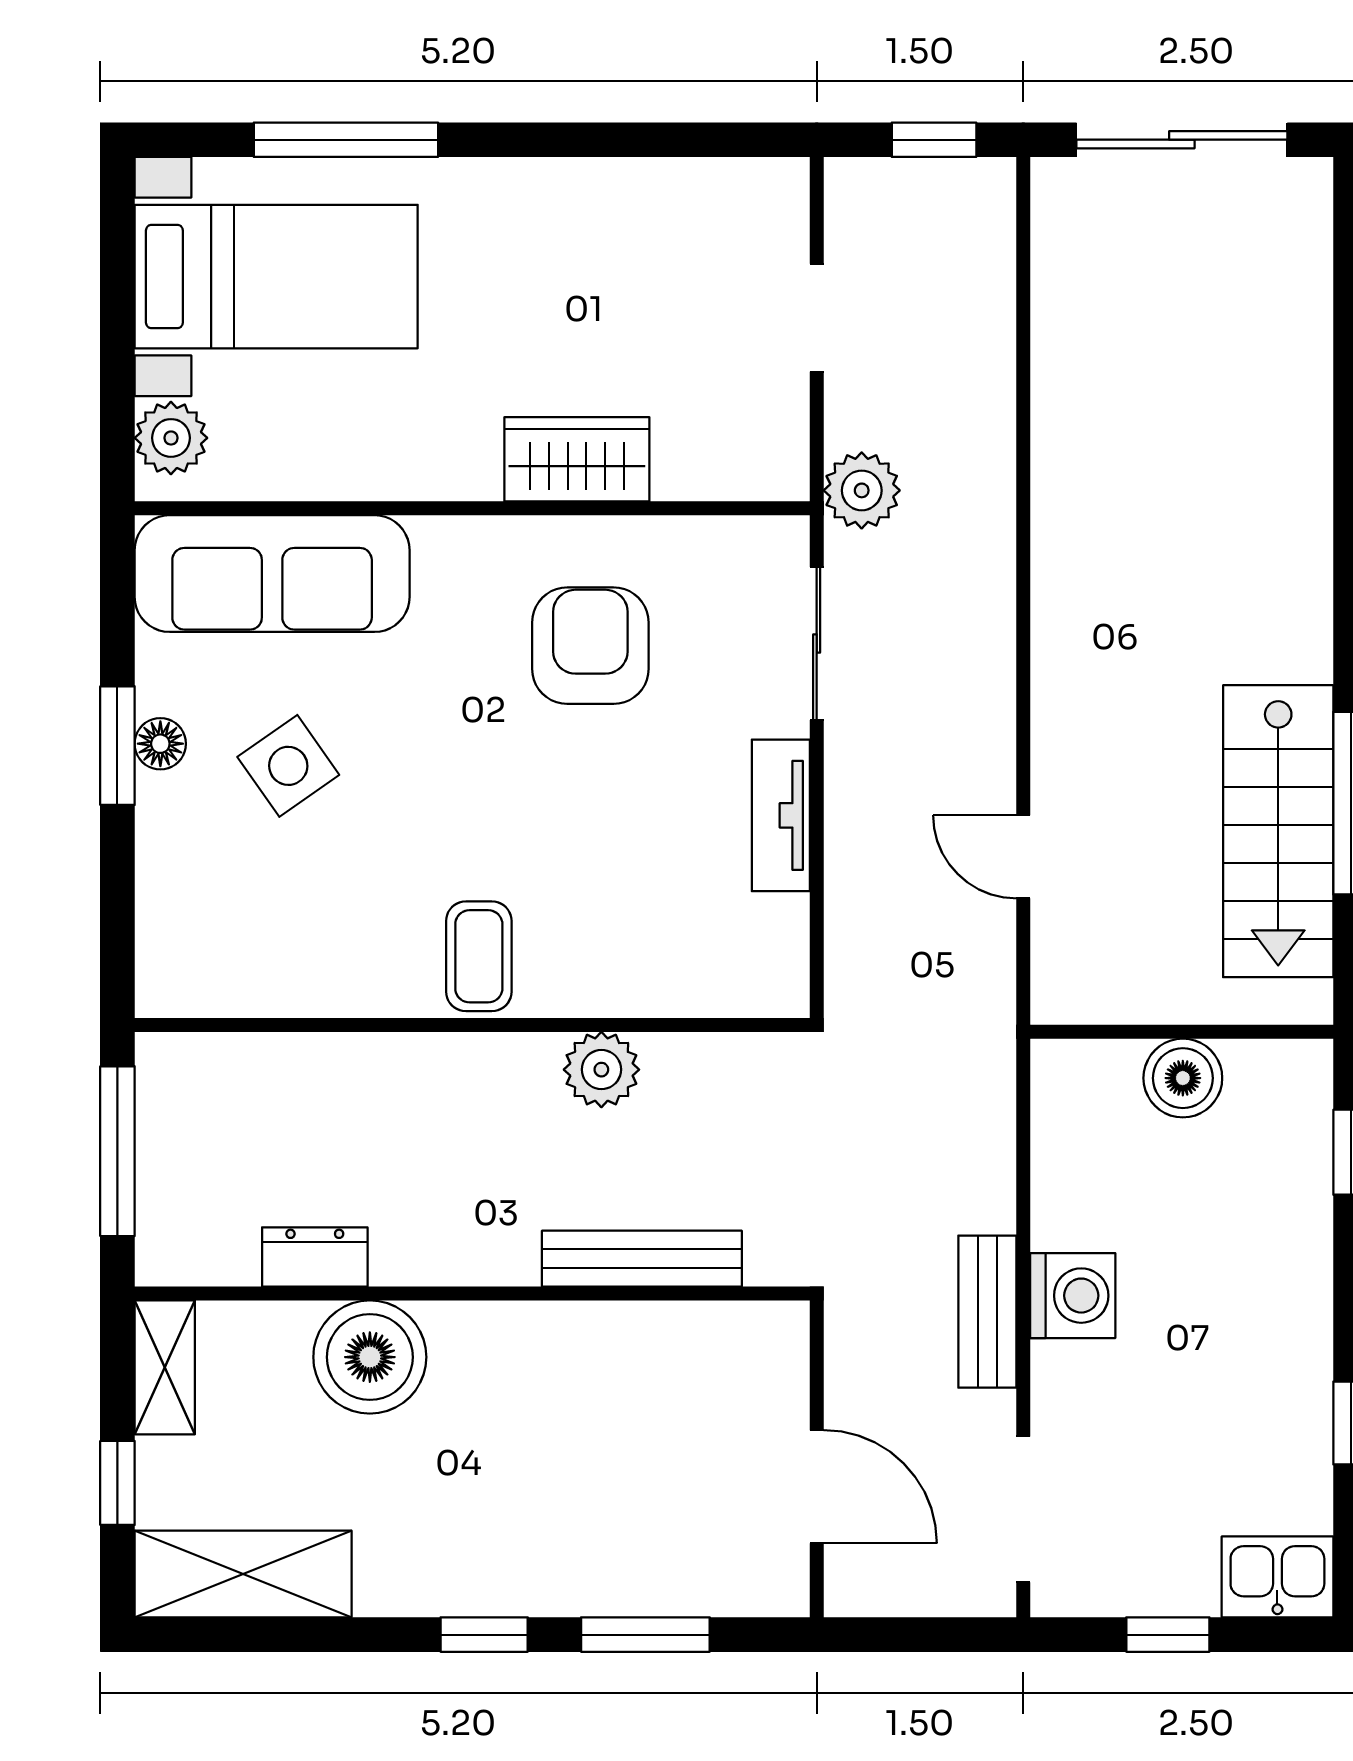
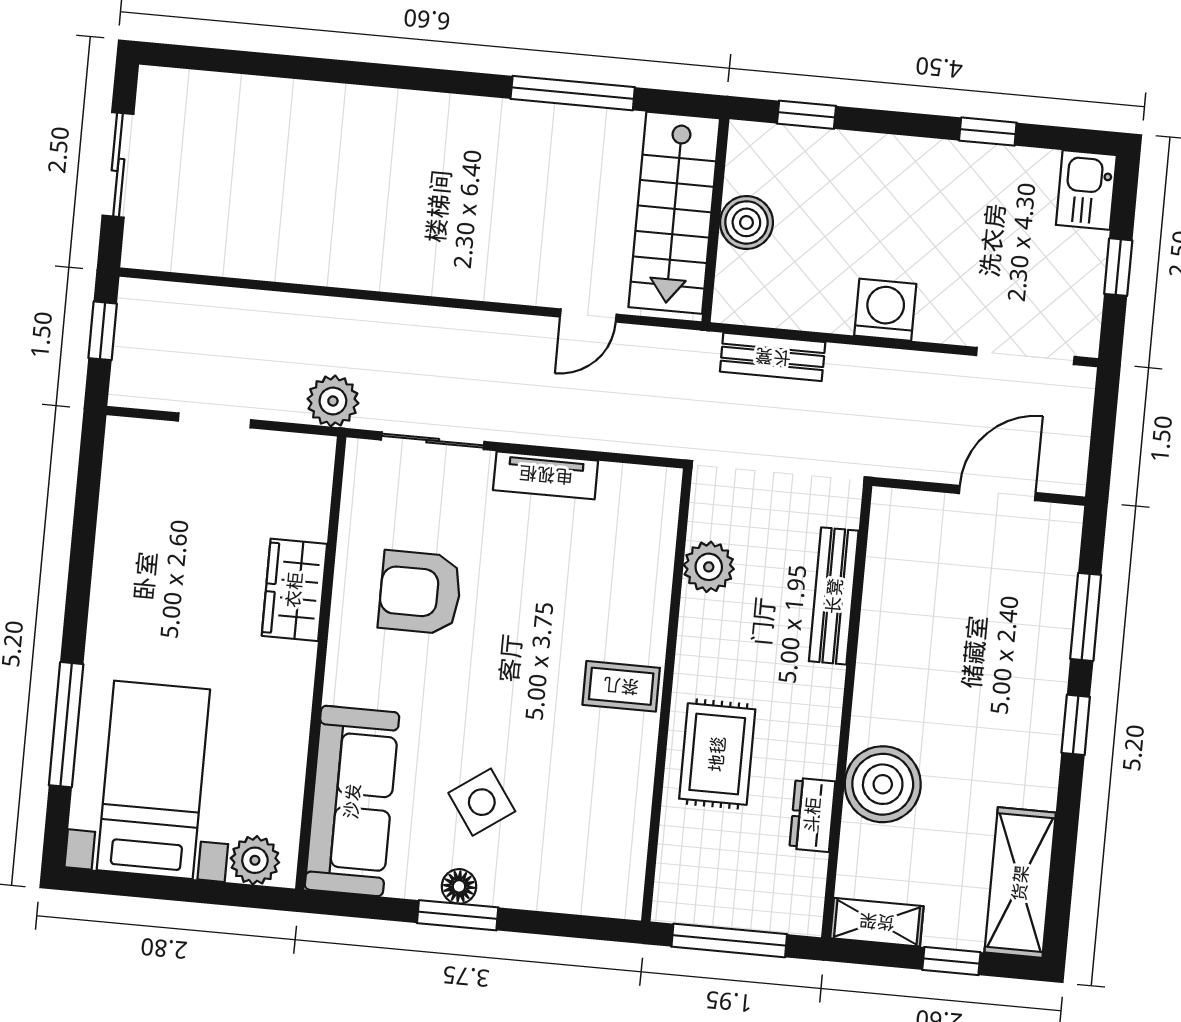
sliding door: (1182, 140) -> (118, 165), width x0.73
stairs: (1278, 831) -> (674, 213), moved, turned 90
plant: (601, 1070) -> (709, 567), moved
rug: (392, 1108) -> (717, 754), added
bench: (987, 1312) -> (773, 357), moved

